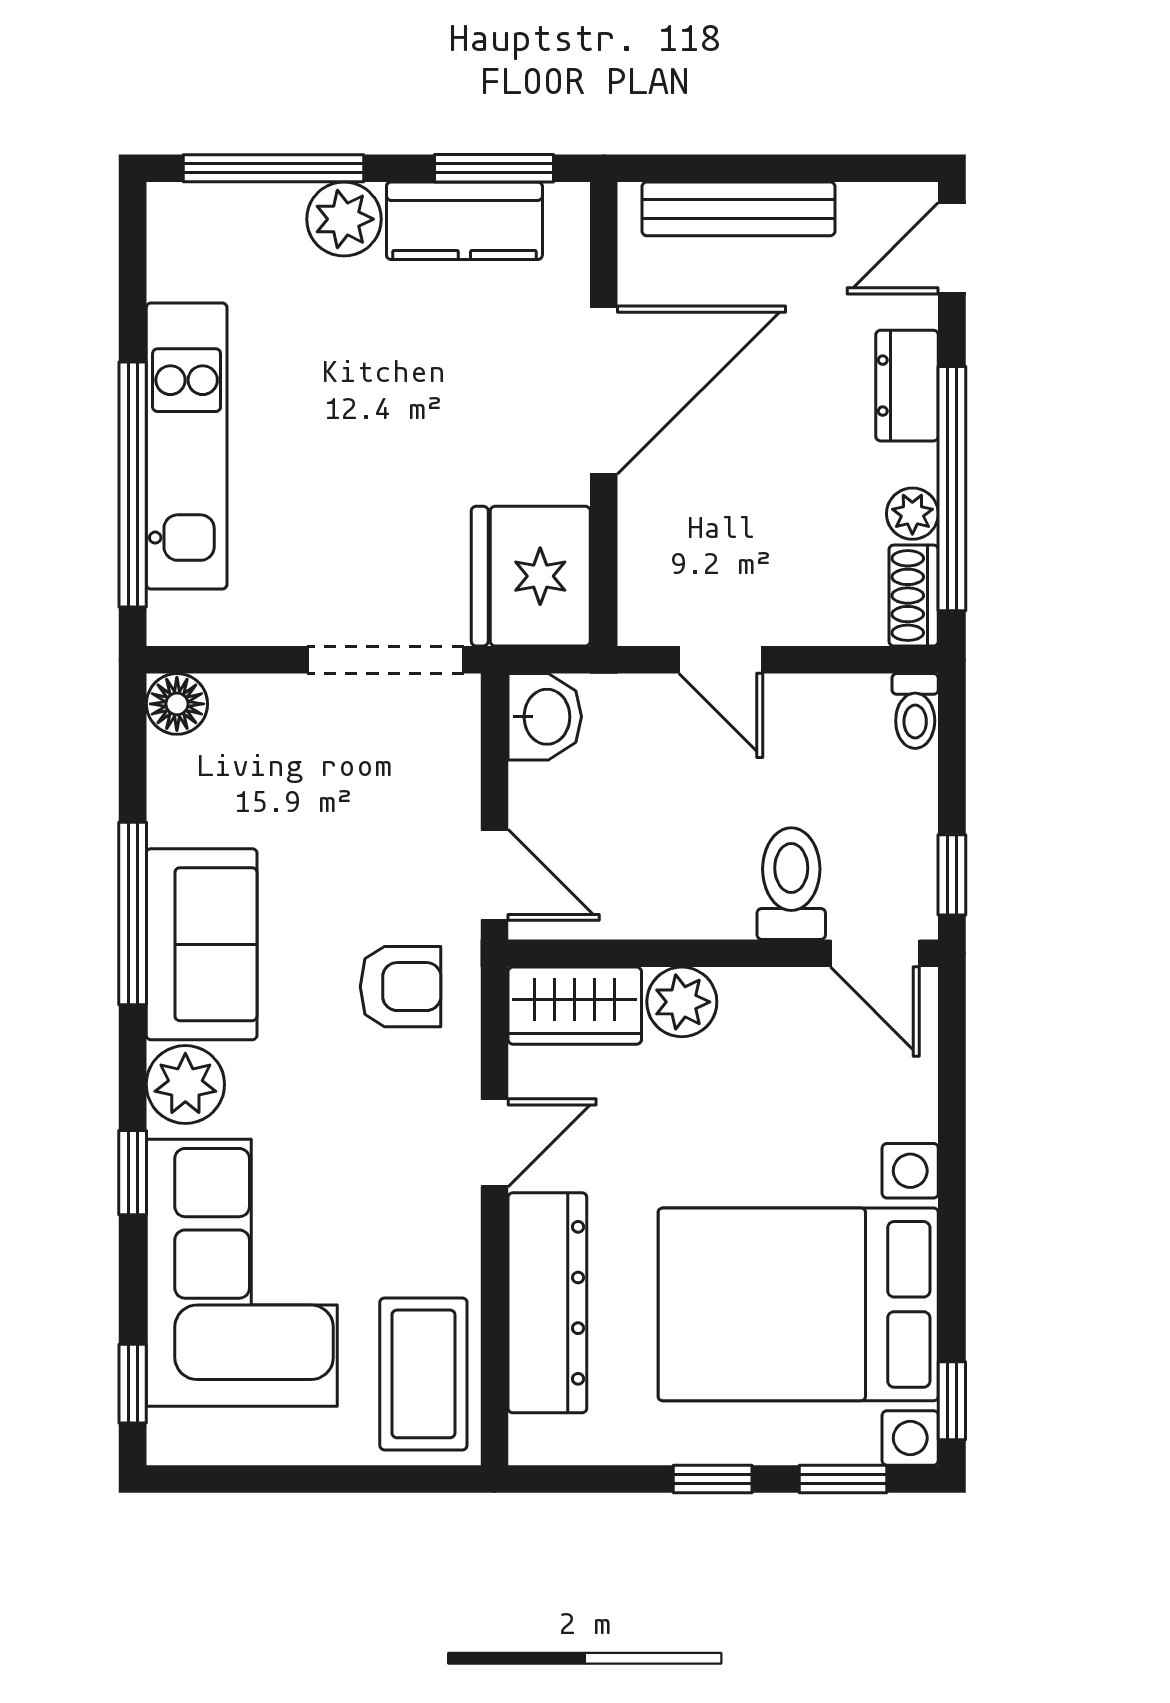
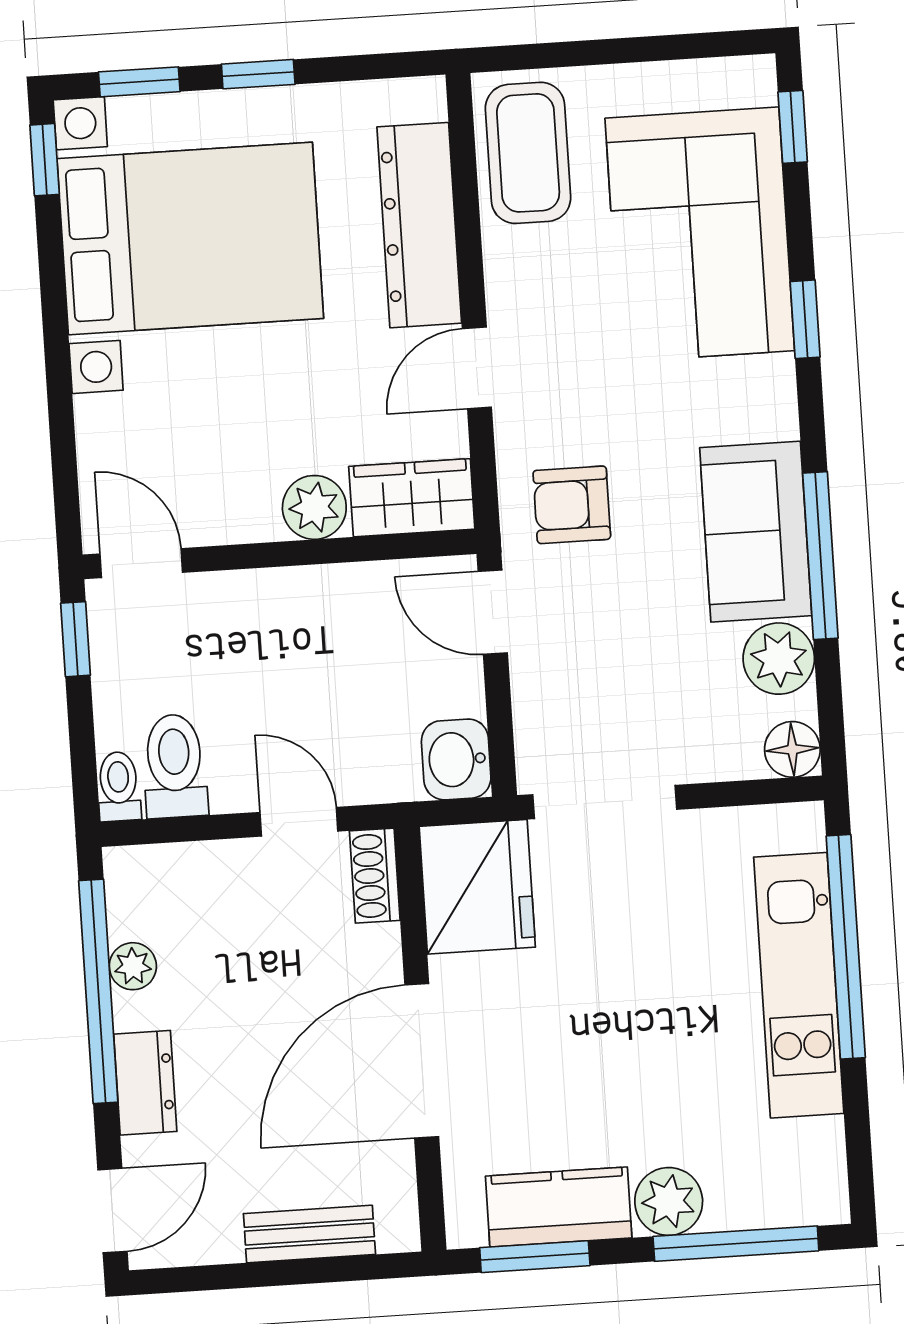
bench: (738, 209) -> (309, 1234), width x0.73
shoe rack: (914, 596) -> (375, 876), moved, turned 180
toilet: (791, 884) -> (175, 766), moved, turned 180
plant: (185, 1084) -> (779, 659), moved

